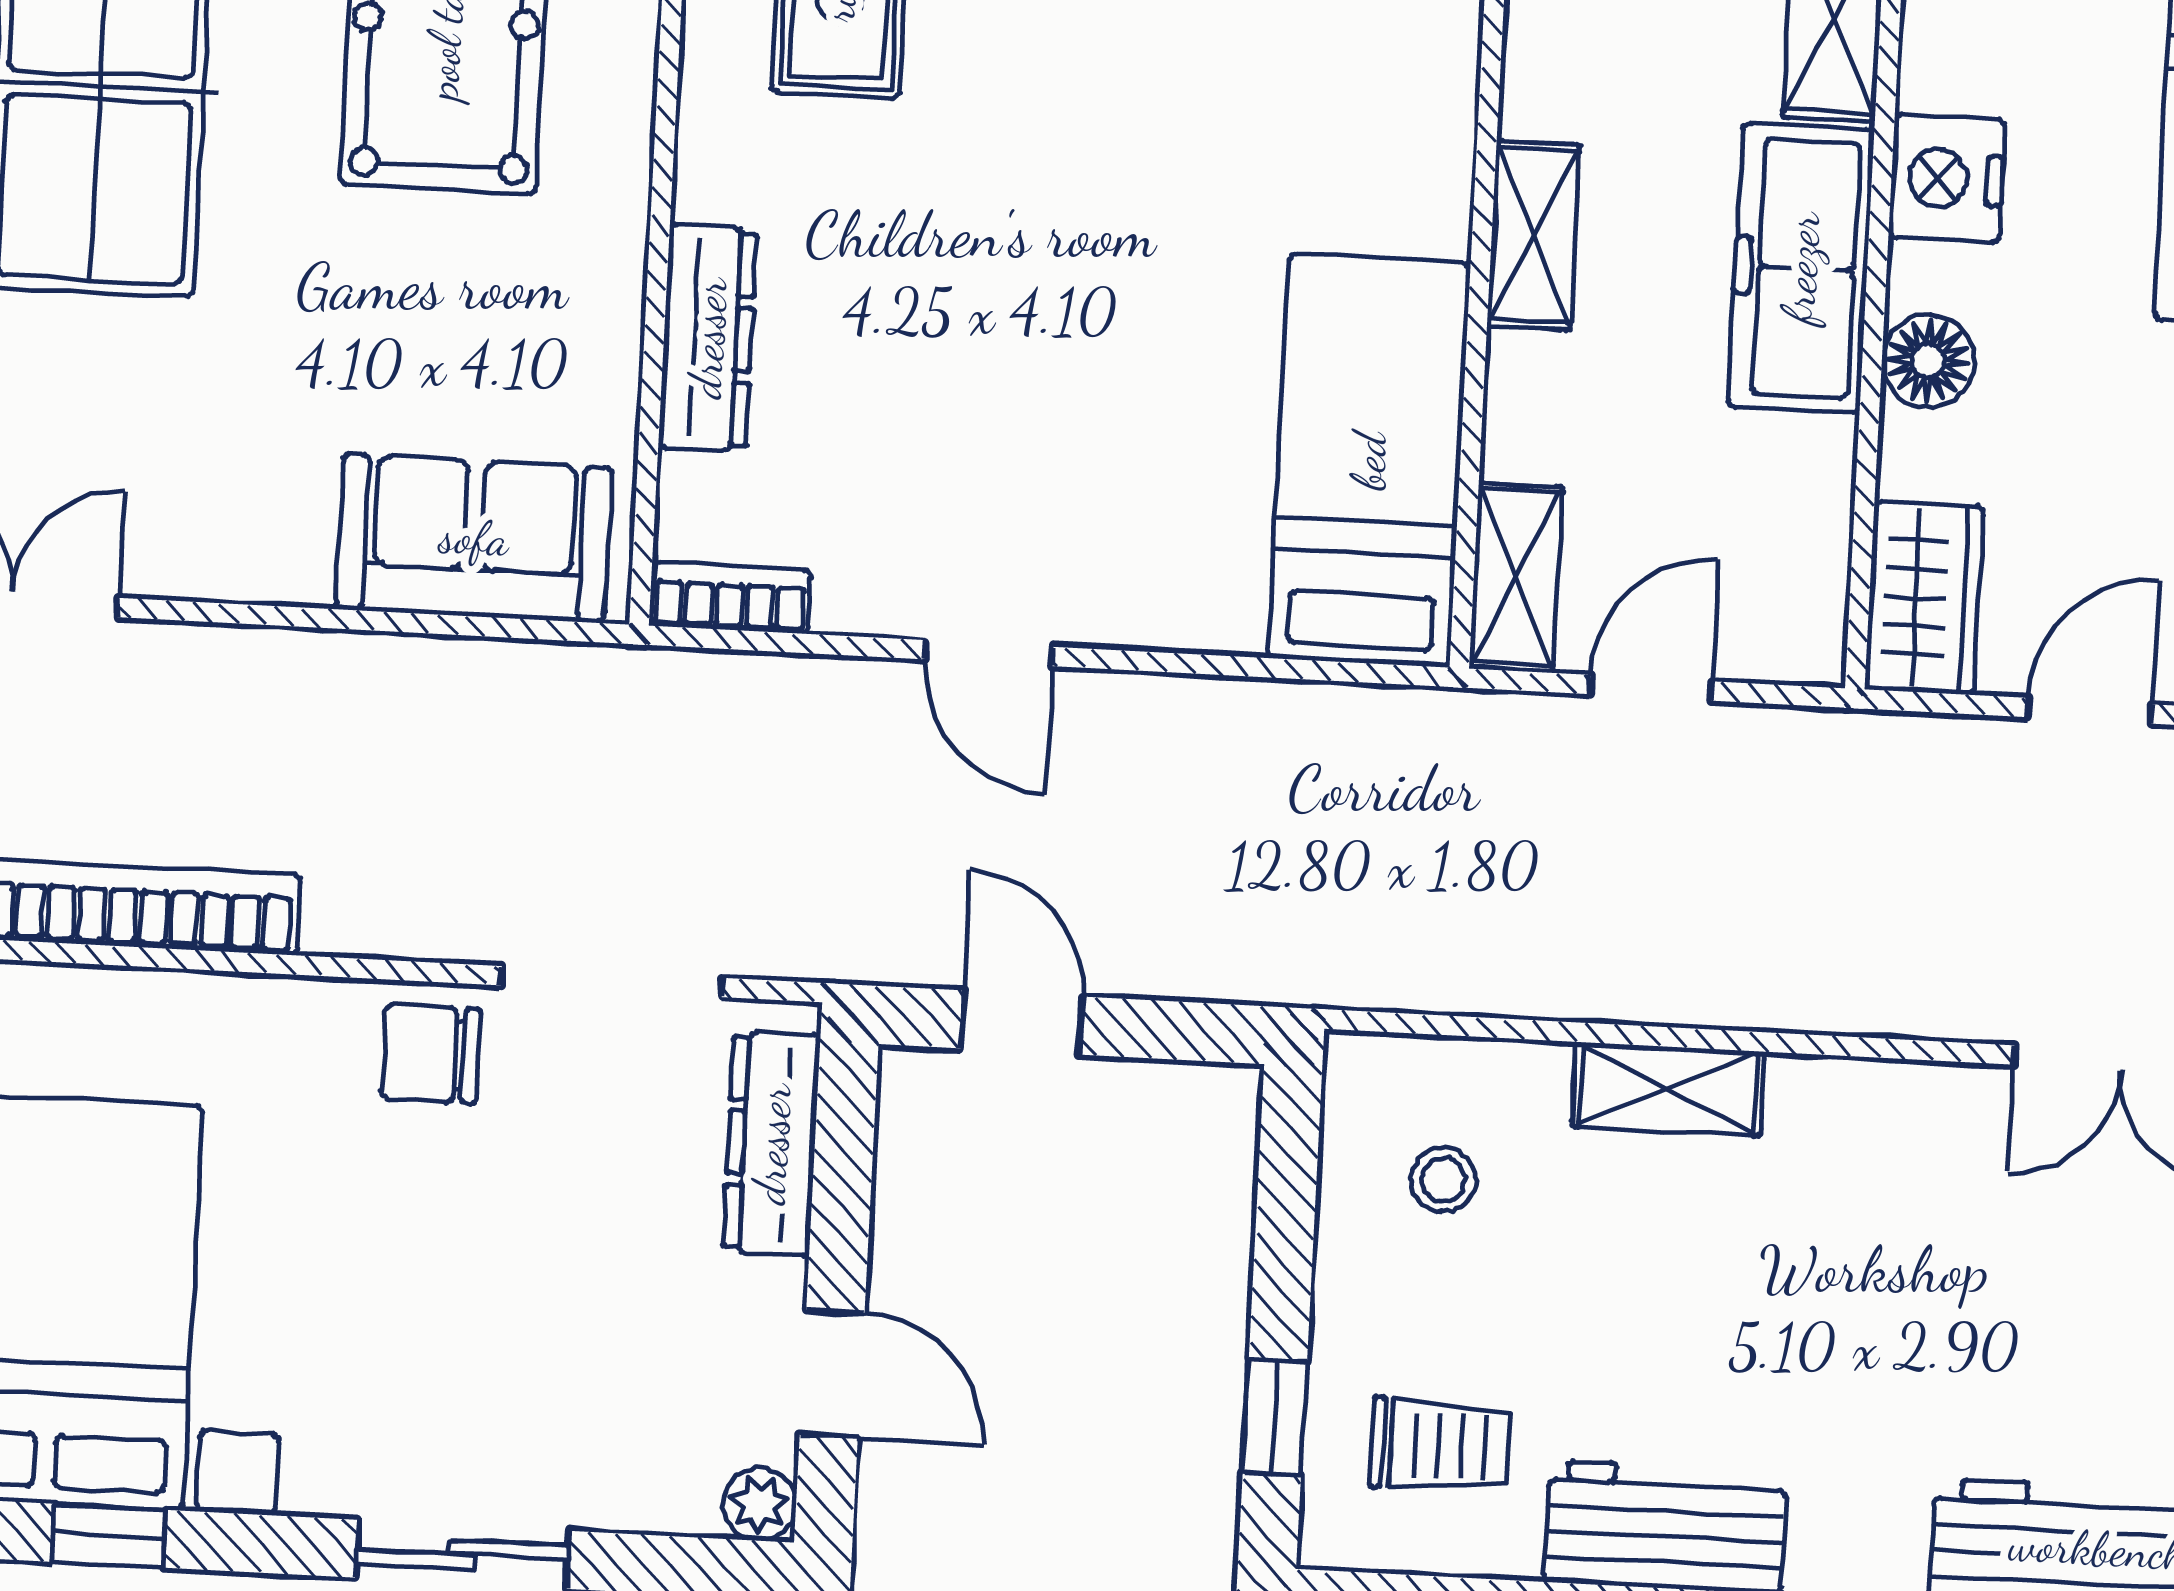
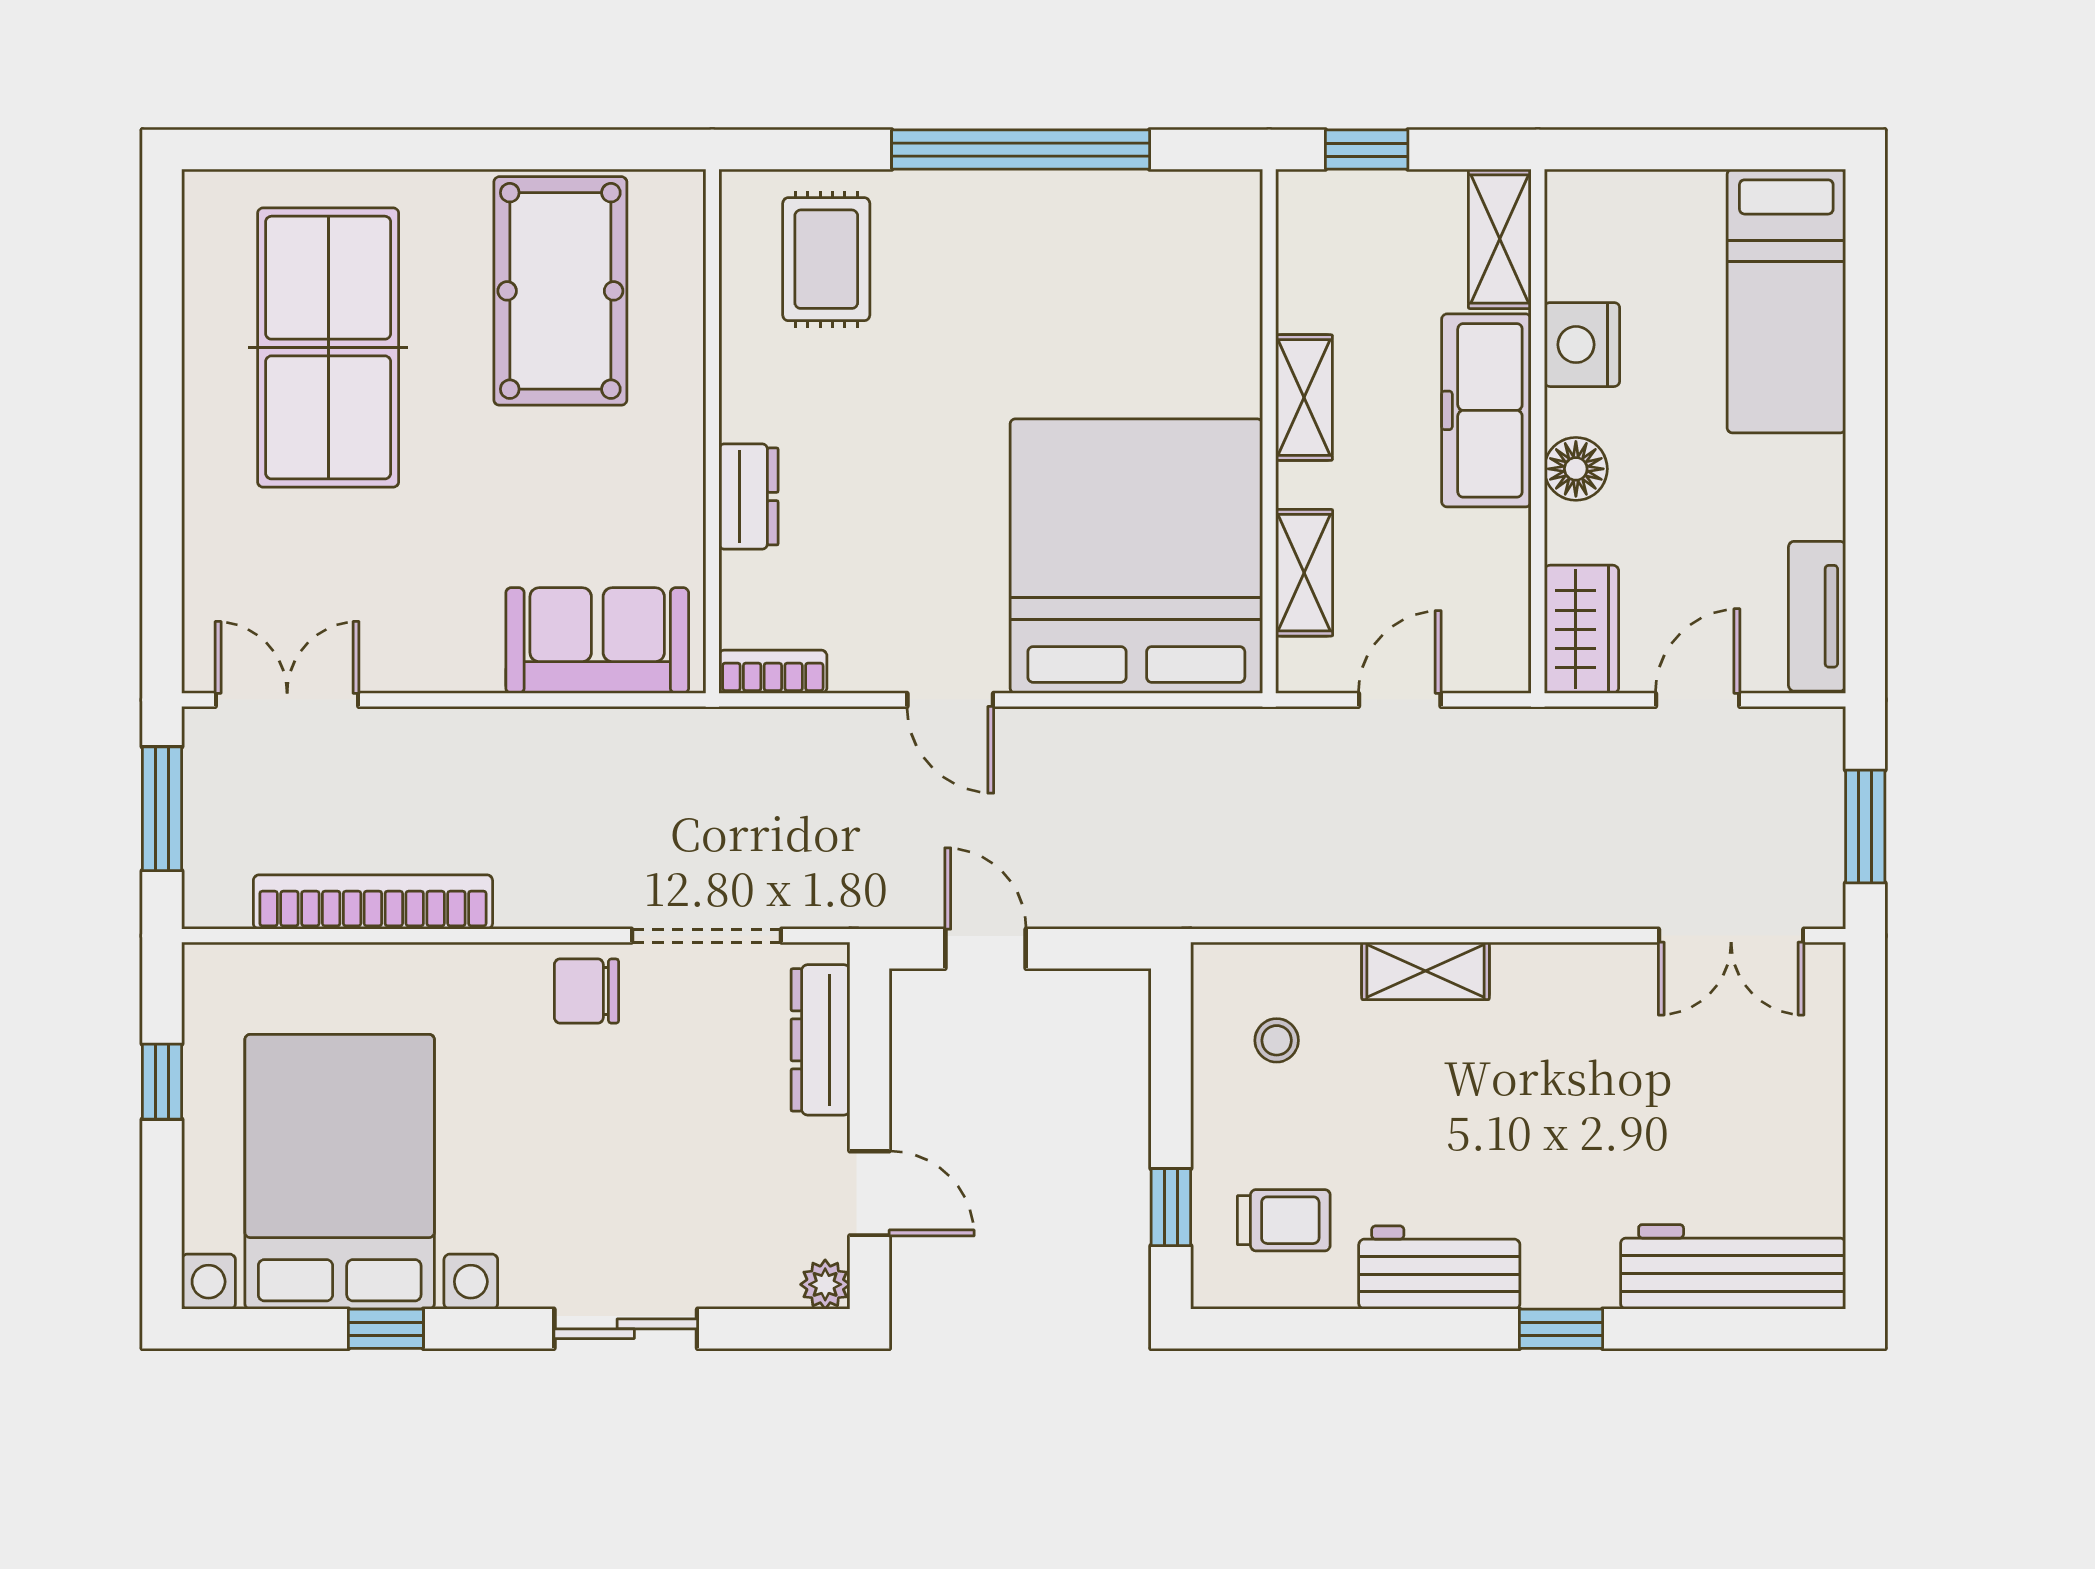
dresser: (708, 338) -> (749, 496), width x0.70
bed: (1369, 461) -> (1136, 556), width x2.04
shelving: (1516, 577) -> (1304, 573), moved

